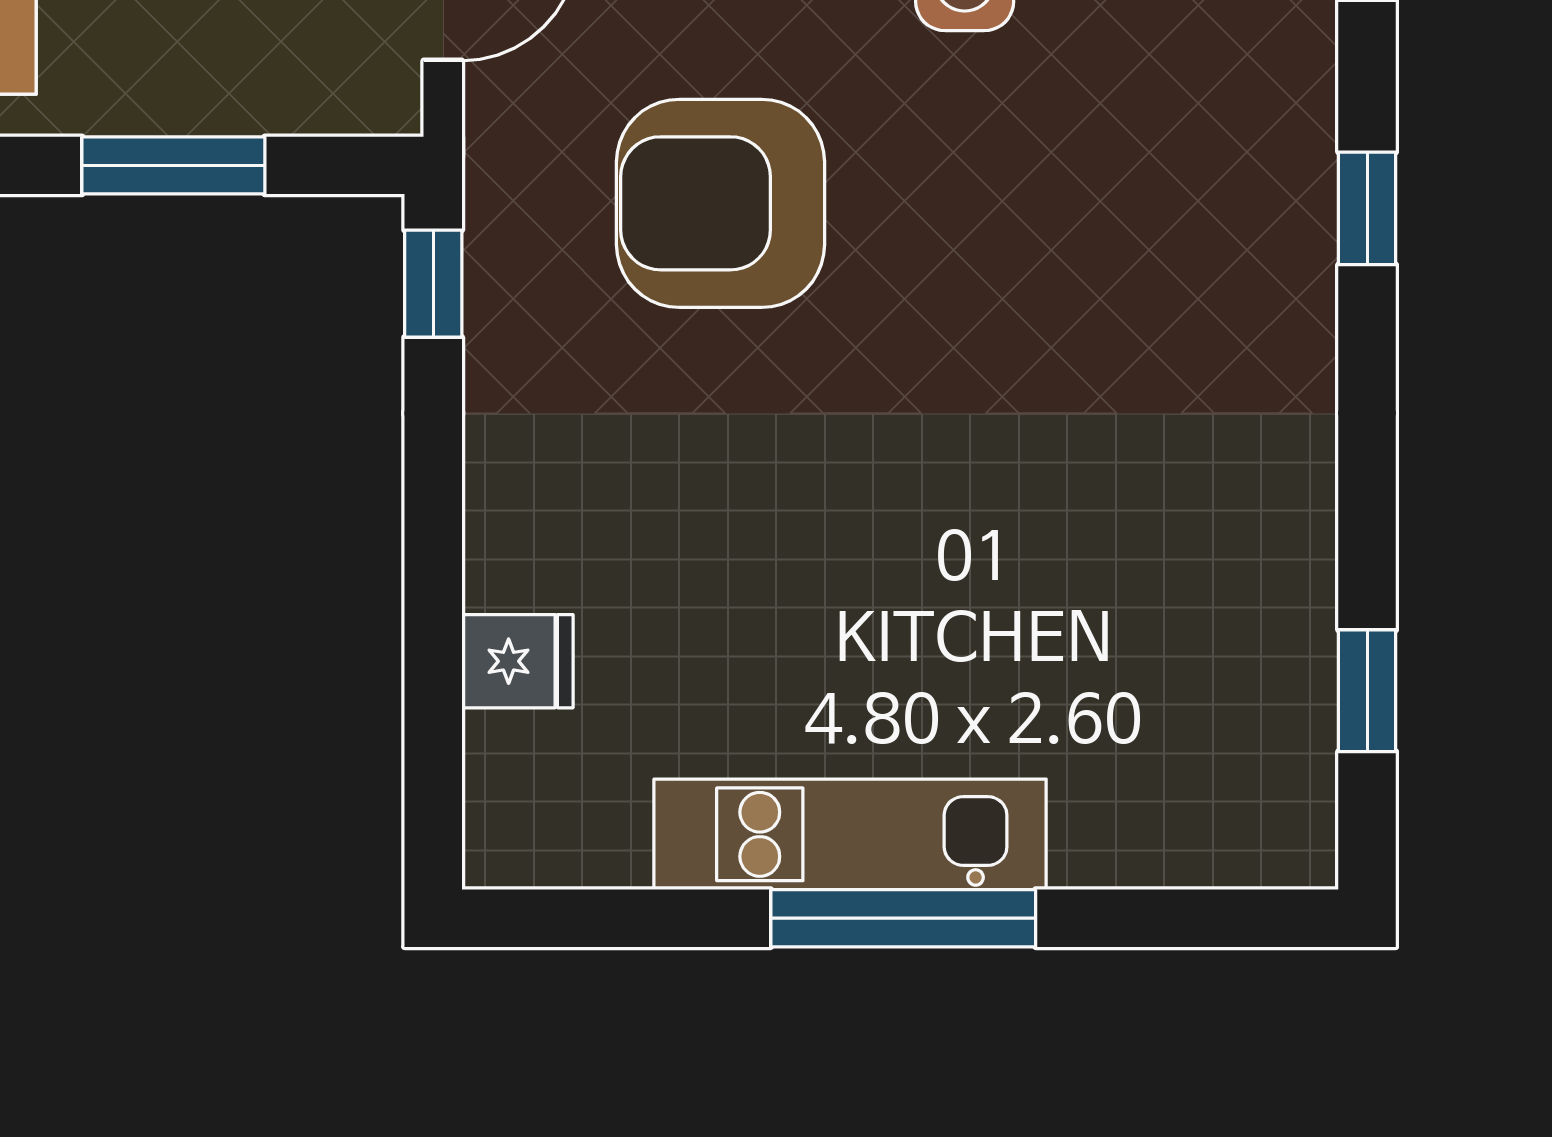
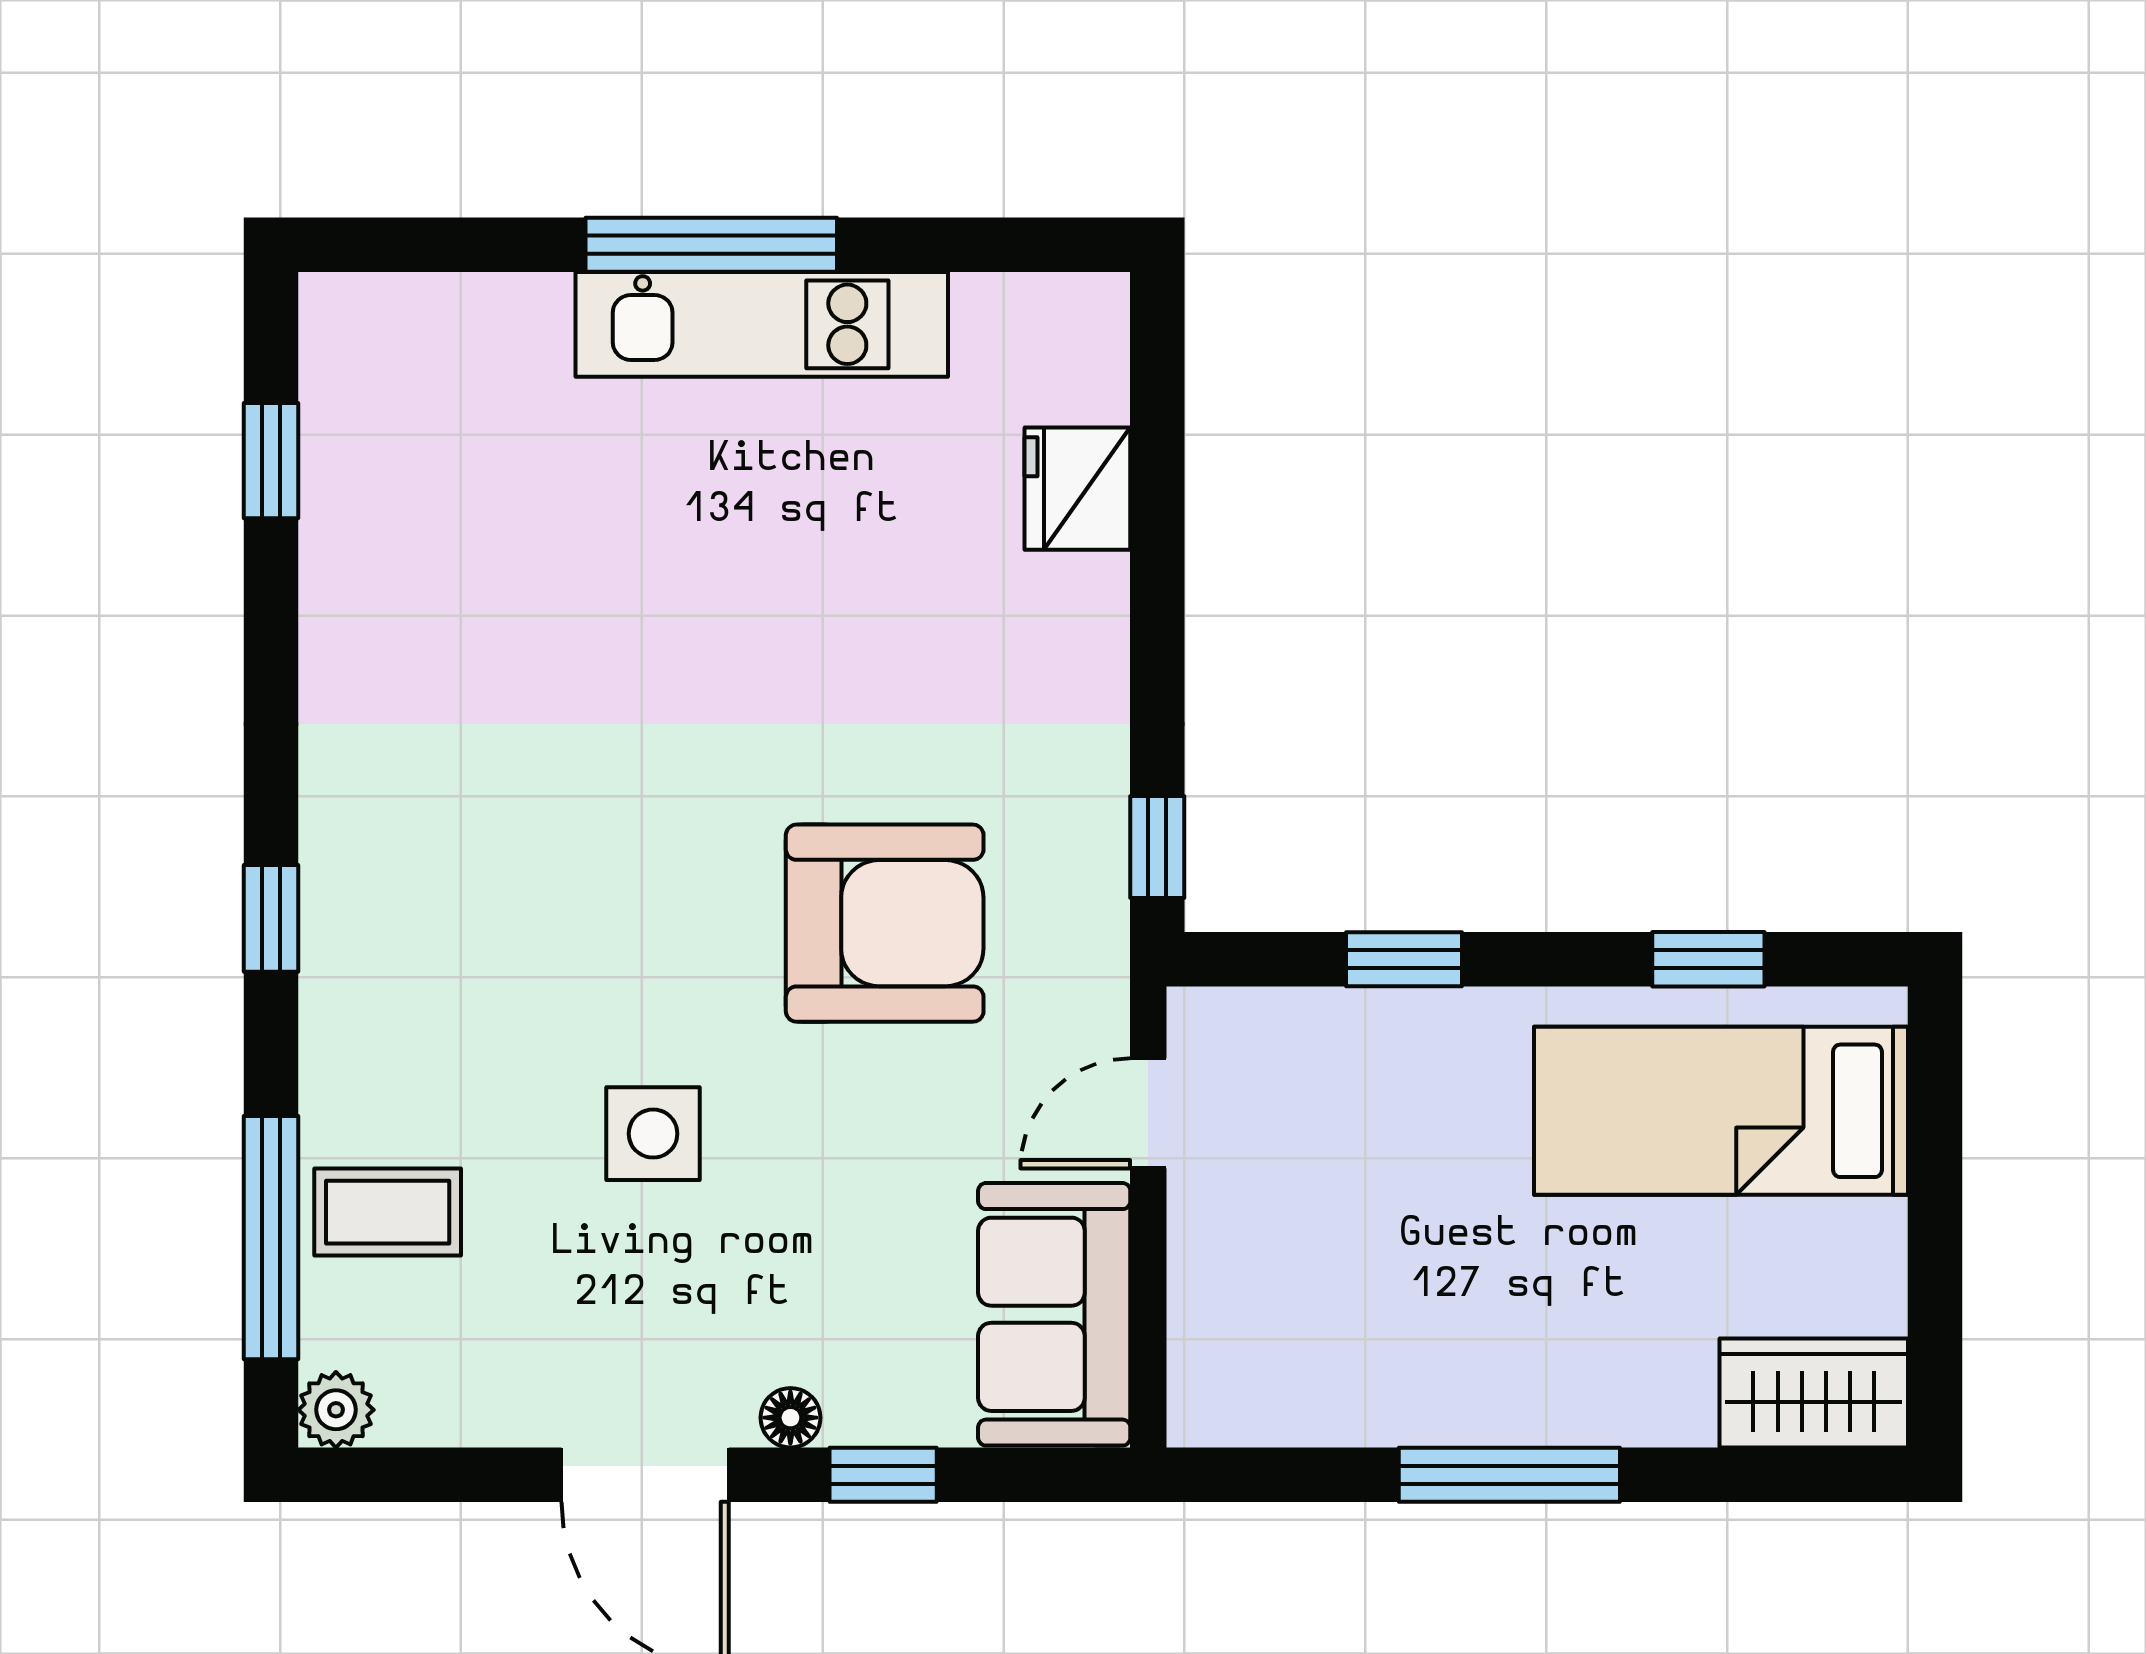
window: (173, 165) -> (1404, 959), width x0.67
fridge: (517, 661) -> (1077, 489), width x1.38

